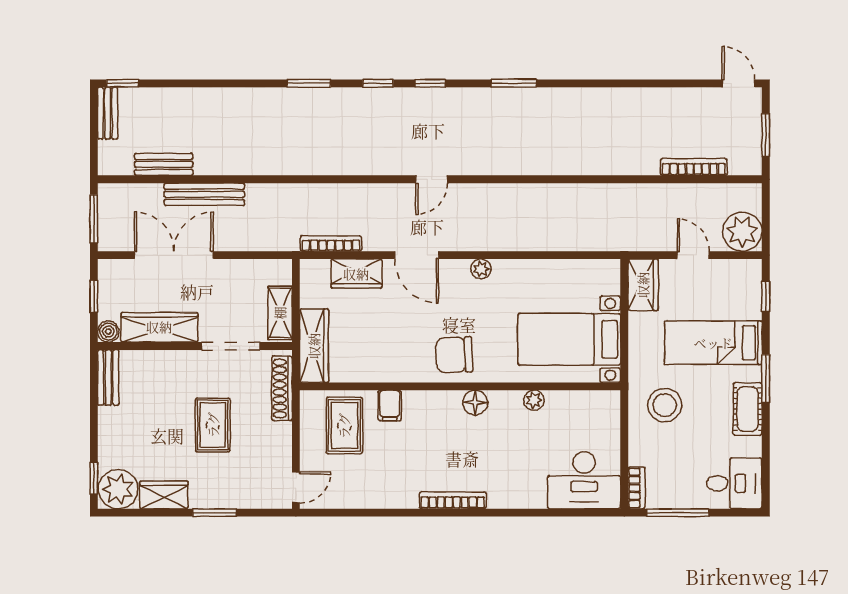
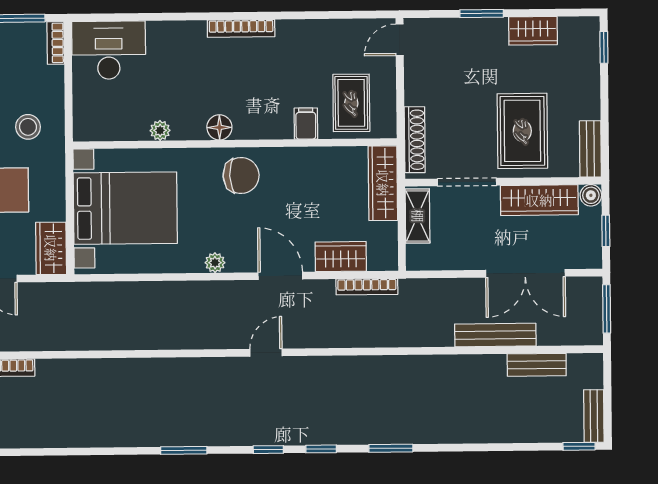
bed with nightstands: (569, 339) -> (125, 208), width x1.36
stool: (665, 405) -> (28, 127), width x0.73, depth x0.73
rug: (213, 425) -> (522, 131), moved, width x1.36, depth x1.43
plant: (118, 489) -> (579, 36), removed

